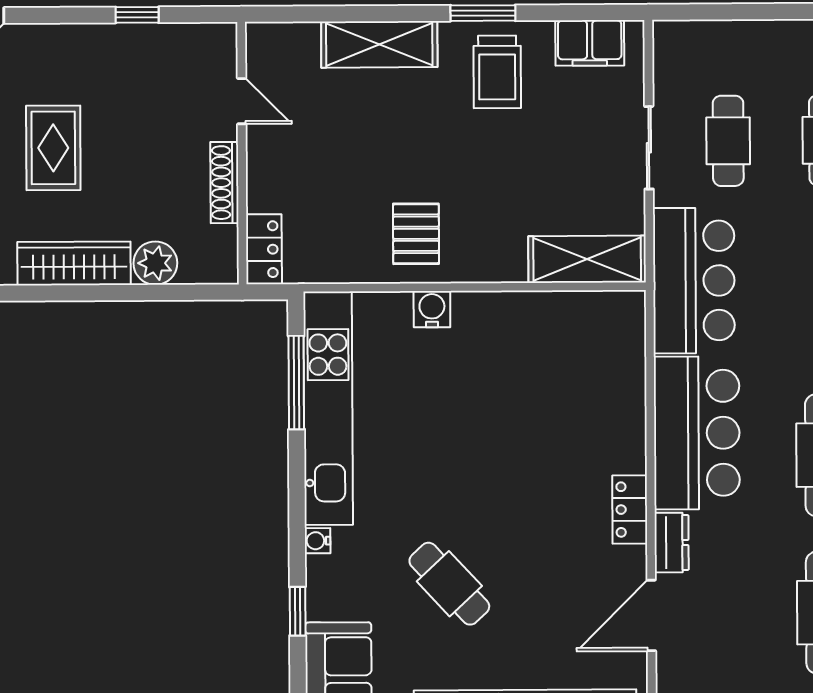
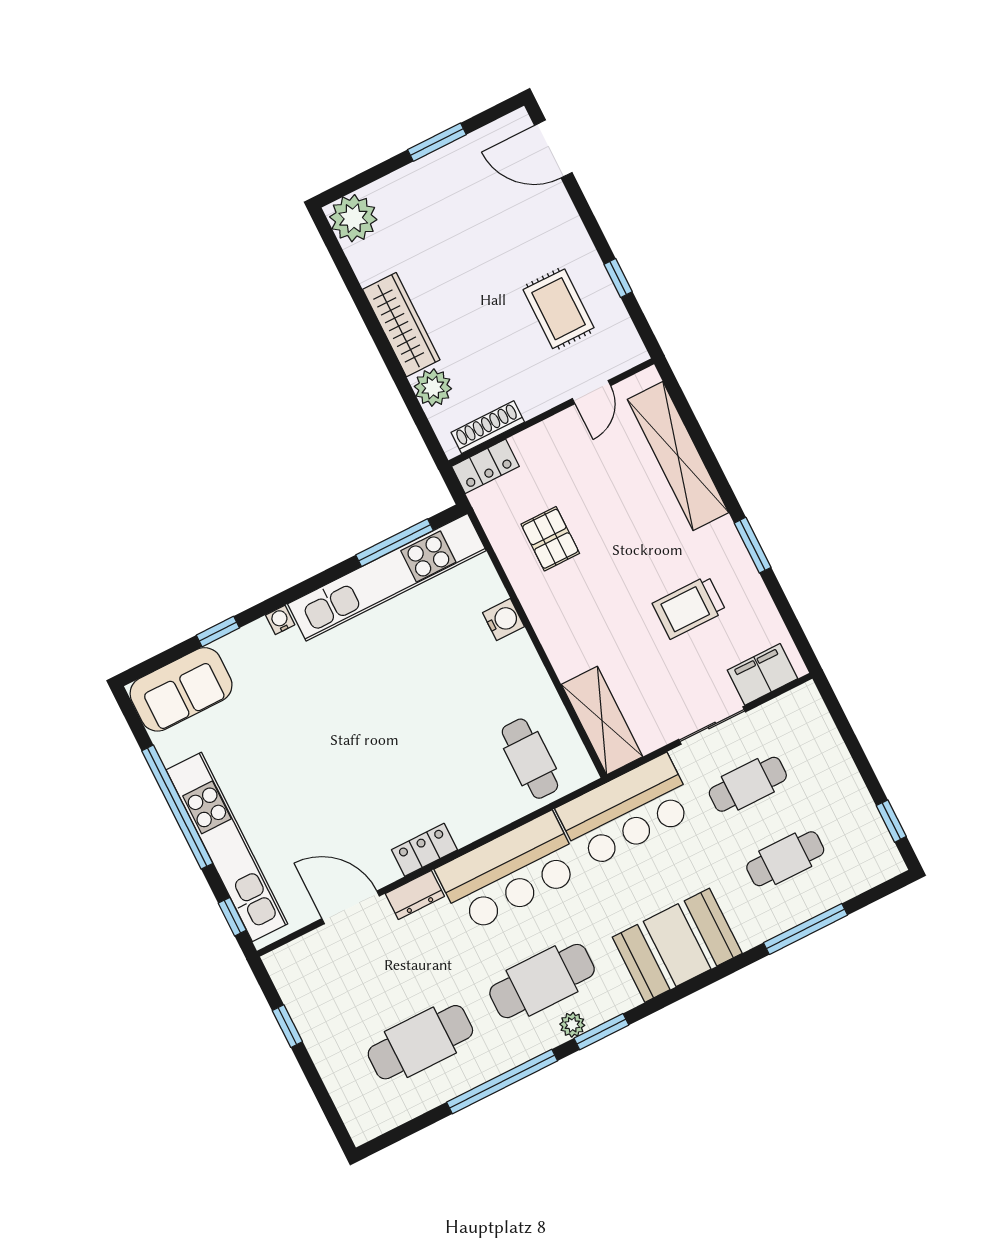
filing cabinet: (590, 43) -> (762, 674), moved, turned 90
shelving: (379, 44) -> (678, 456), width x1.47
trolley: (497, 72) -> (689, 607), moved
rug: (53, 148) -> (559, 309), moved, turned 90
shoe rack: (224, 183) -> (488, 427), moved
pallet: (416, 234) -> (550, 539), moved, turned 90
cafe table: (449, 584) -> (530, 759), moved, turned -47

